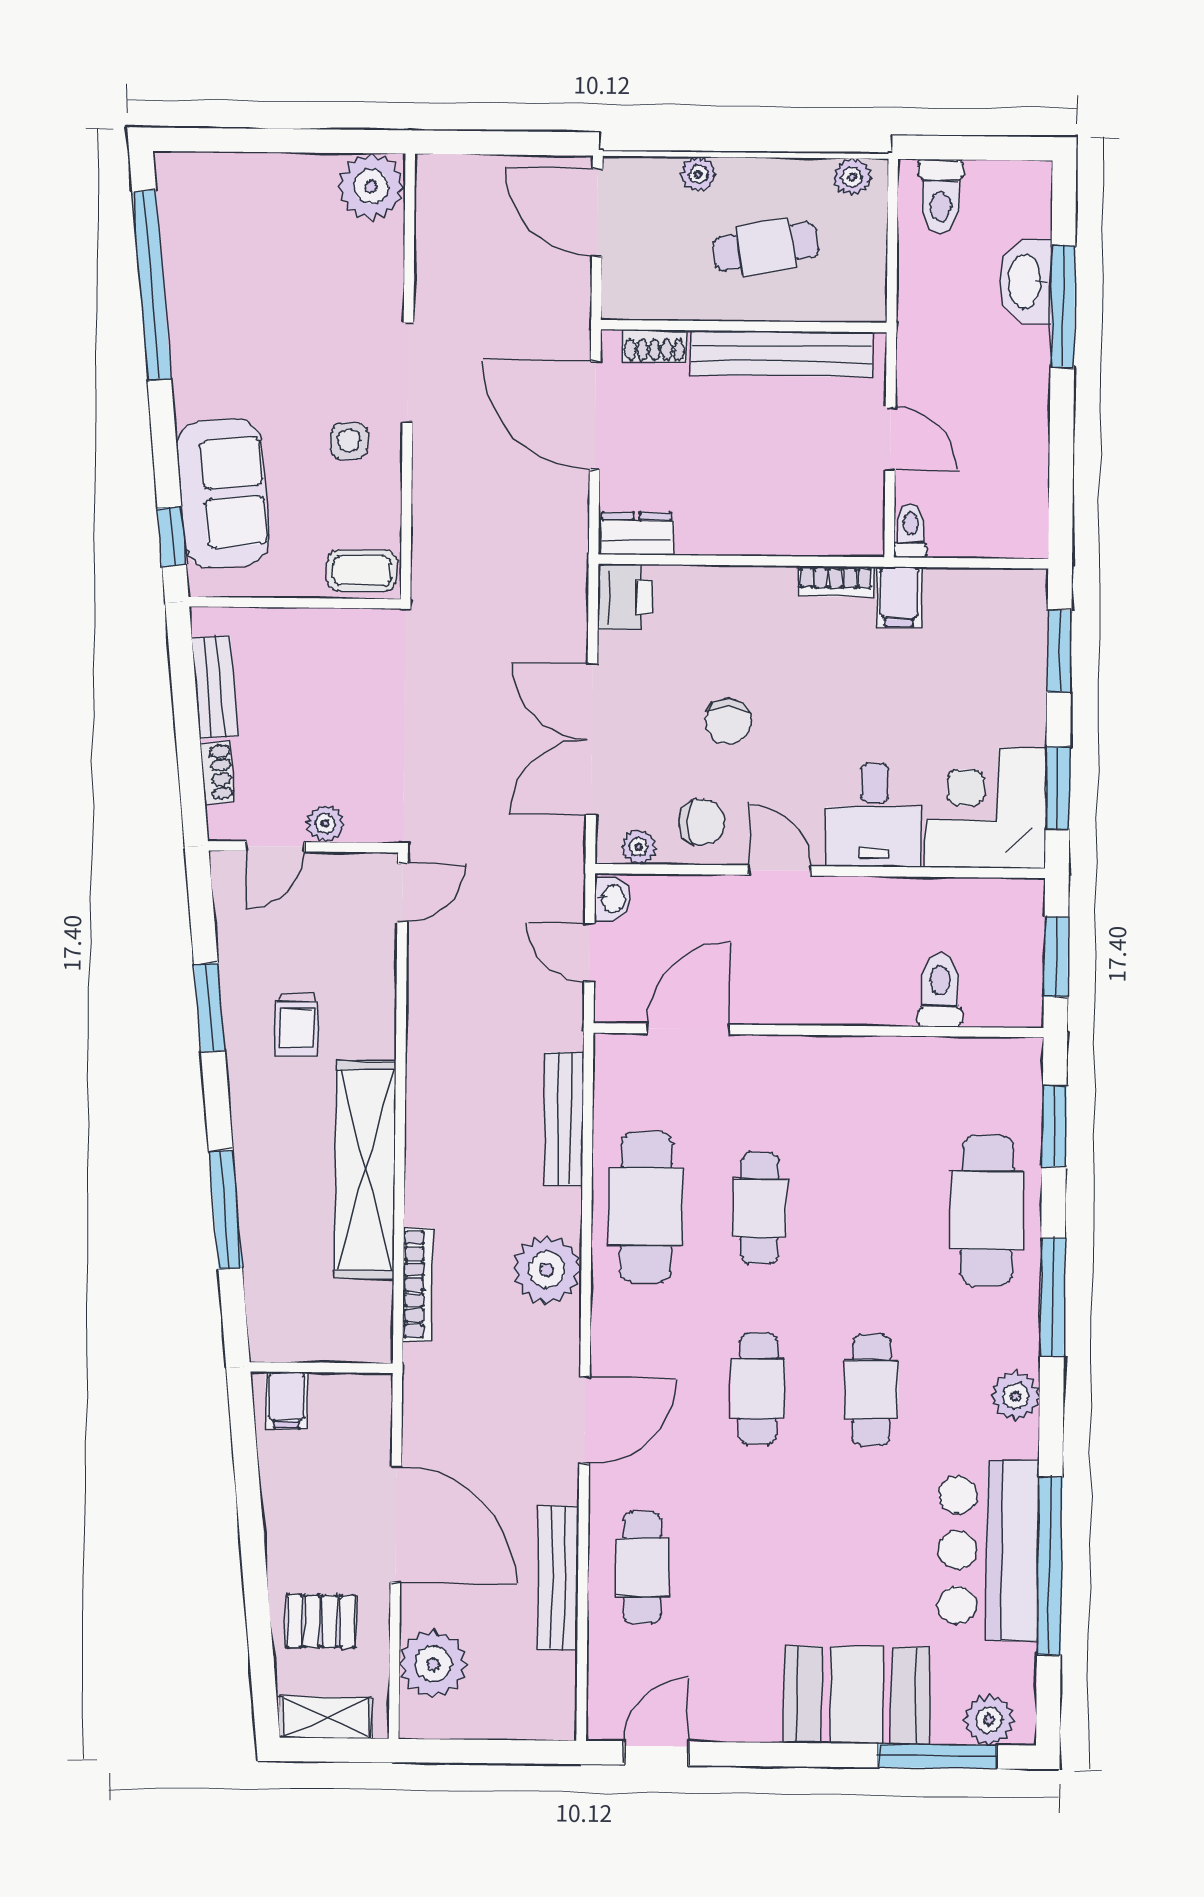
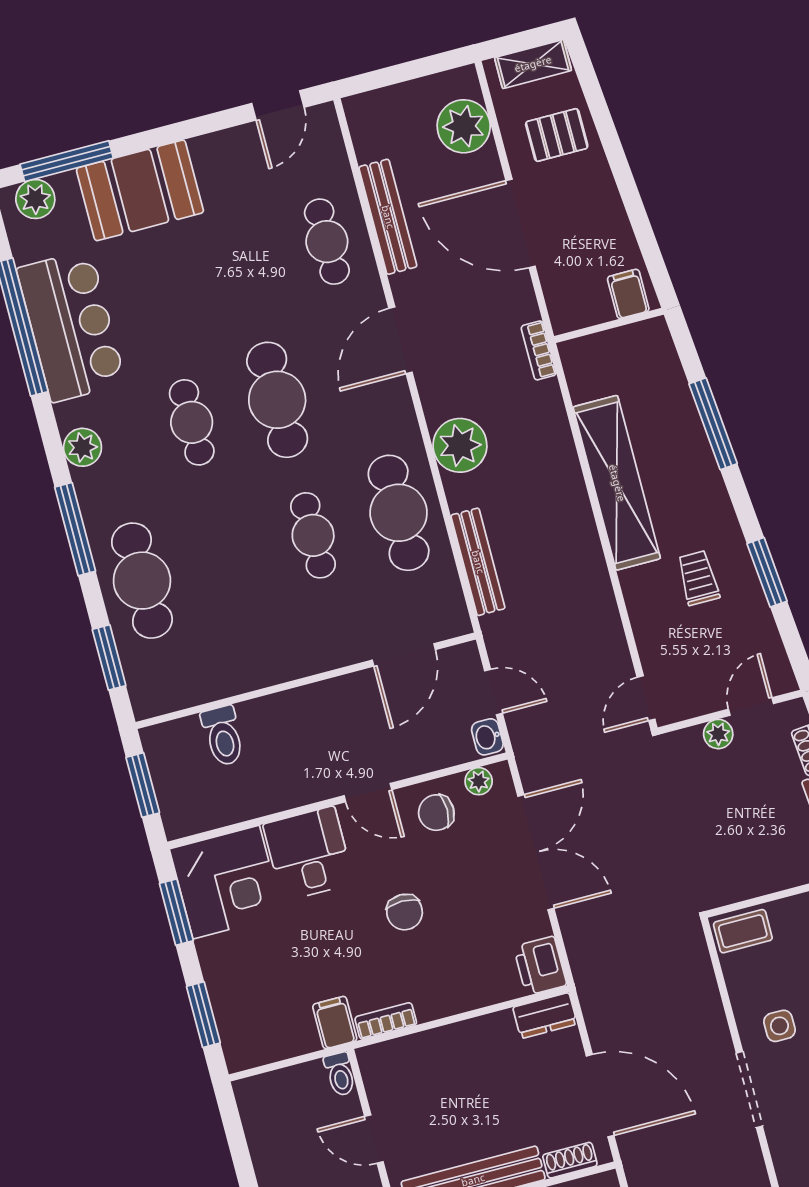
chair: (728, 721) -> (405, 912), moved, turned 180
bookcase: (418, 1285) -> (539, 350), moved, width x0.64
cafe table: (758, 1389) -> (277, 400), width x1.37, depth x1.35

